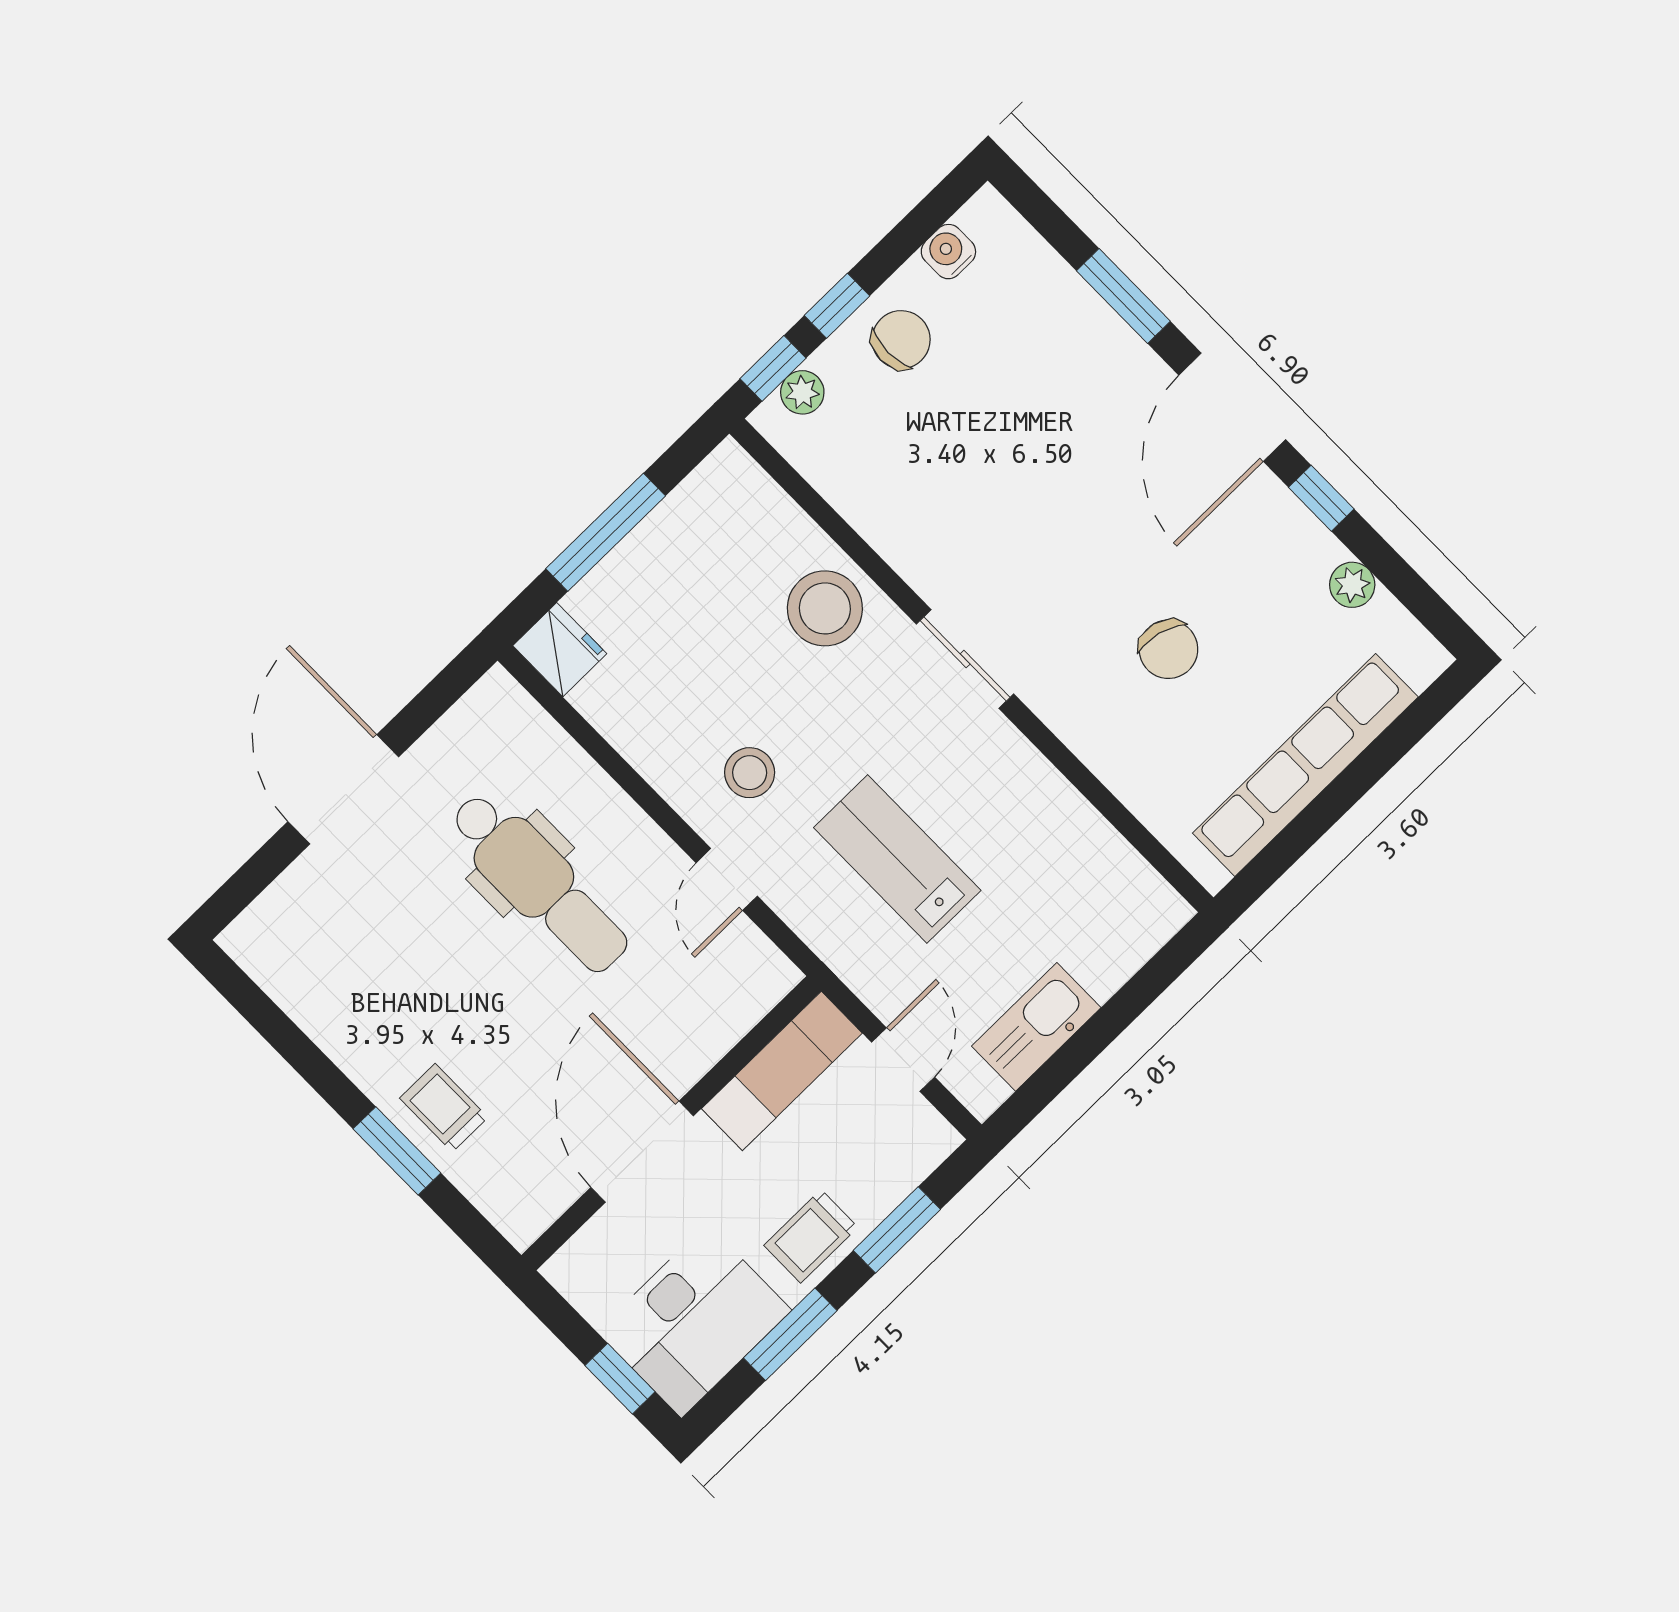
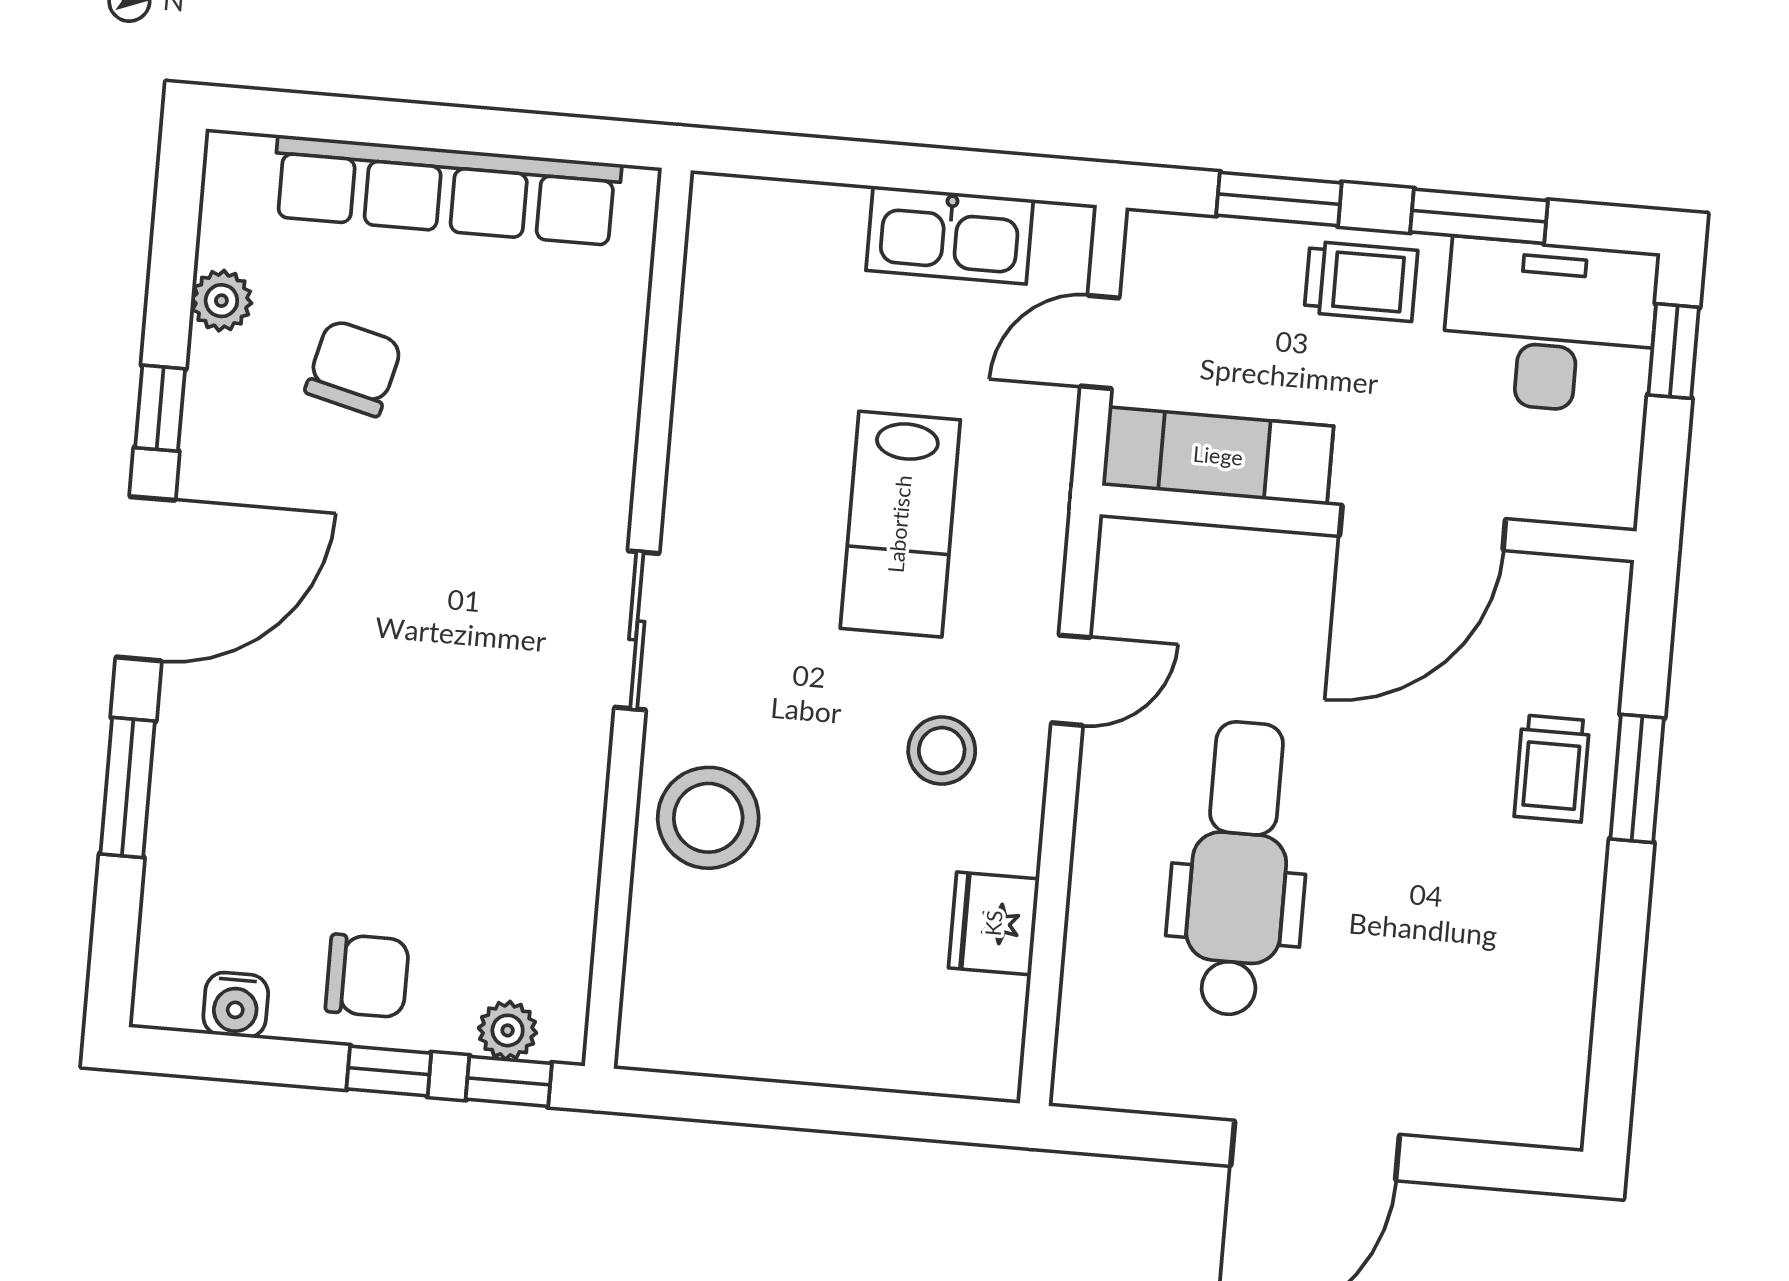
chair: (901, 340) -> (367, 976), turned 180
window: (606, 532) -> (823, 1108), removed
chair: (1168, 649) -> (354, 368), moved
fridge: (560, 650) -> (994, 923), moved

